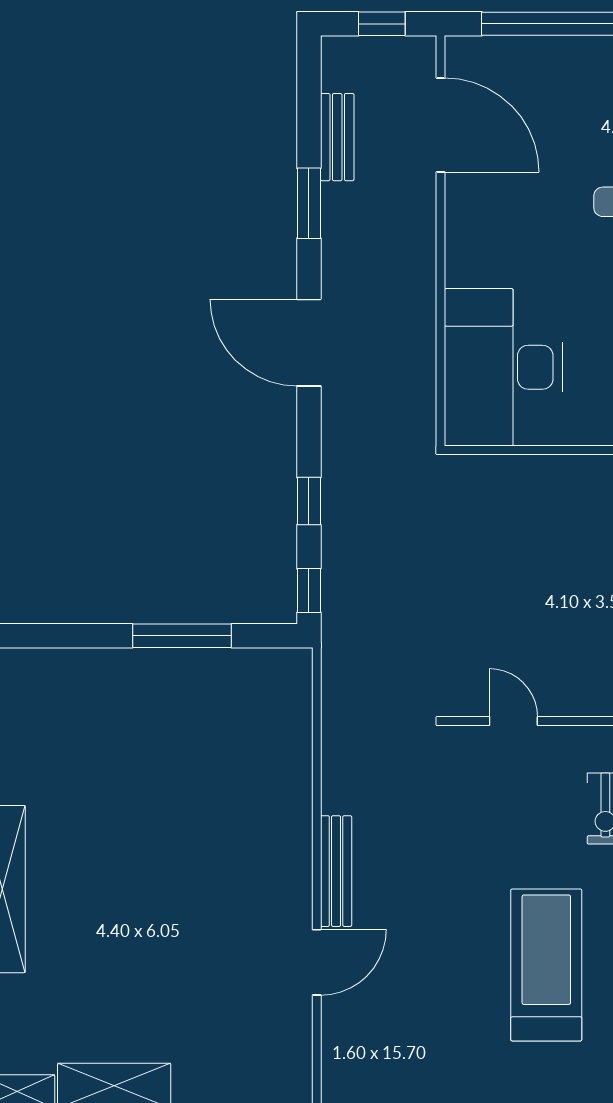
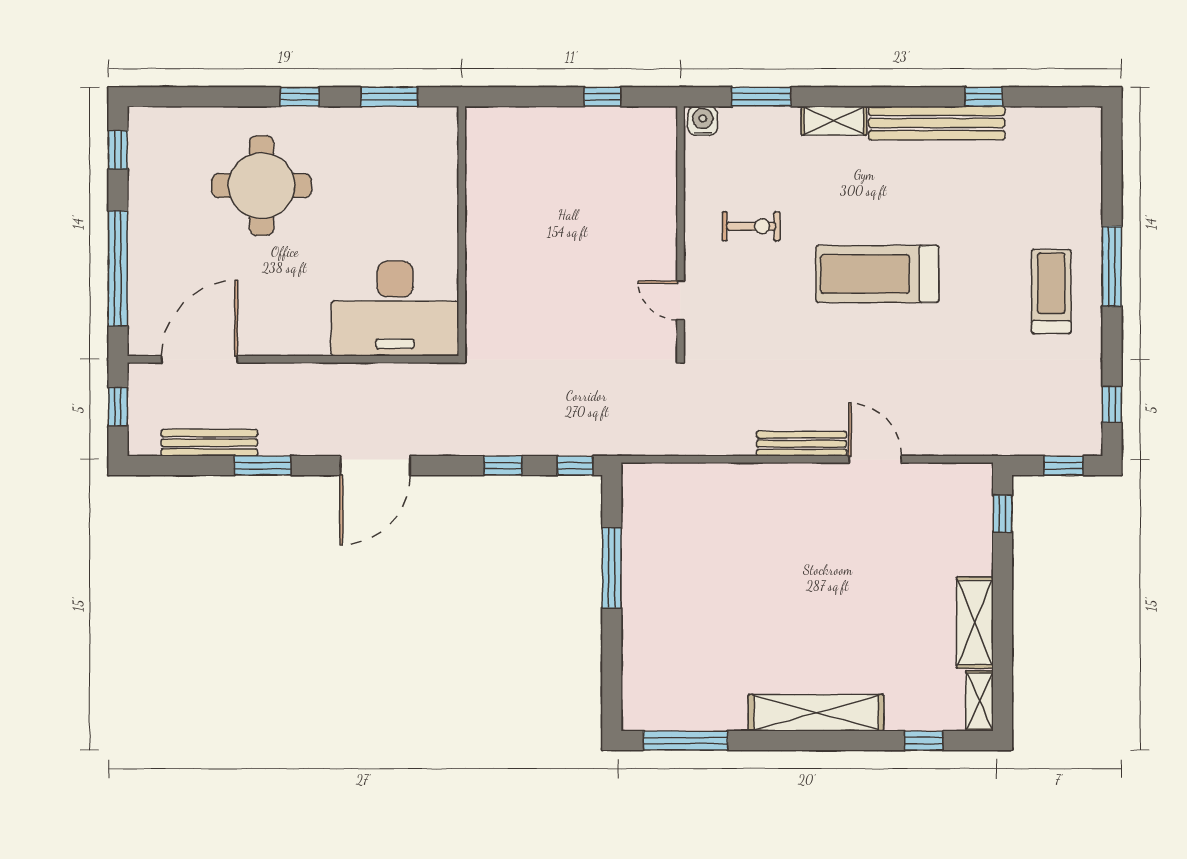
bench: (337, 137) -> (209, 443), width x1.36
door: (513, 721) -> (681, 300), hinge flipped

